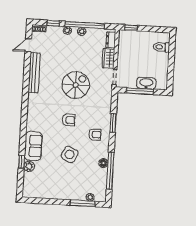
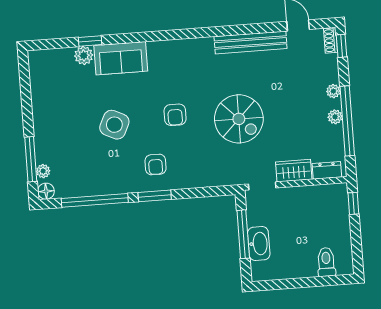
window: (53, 23) -> (342, 46), moved
window: (113, 123) -> (155, 196), moved
floor lamp: (103, 163) -> (46, 191), moved

